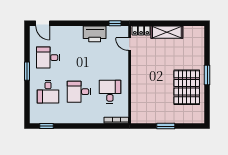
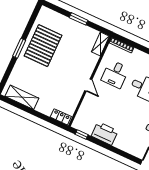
shelving: (167, 32) -> (22, 97), moved
door: (130, 44) -> (88, 85), moved
shelving: (136, 113) -> (100, 44), added

